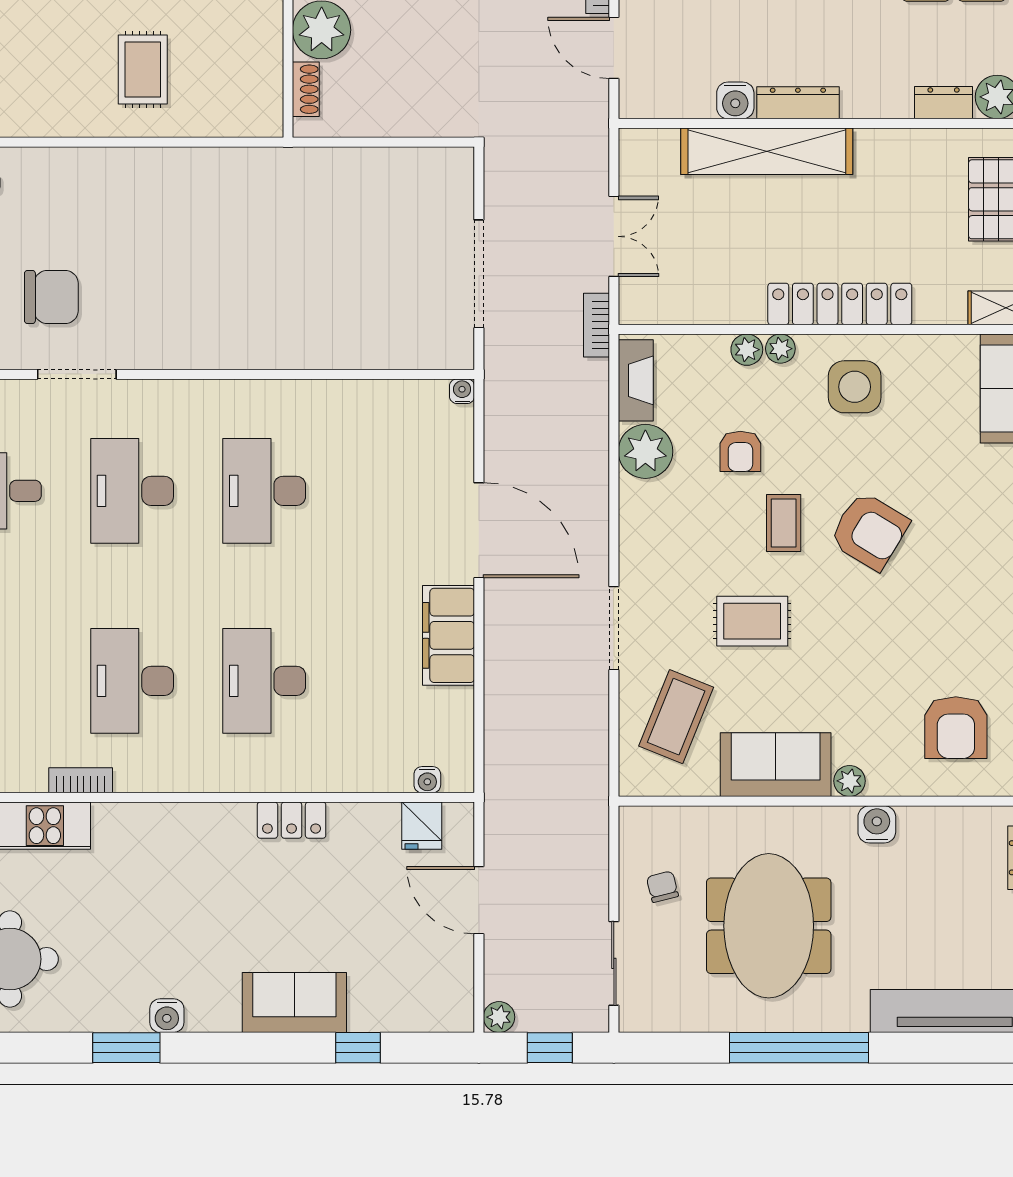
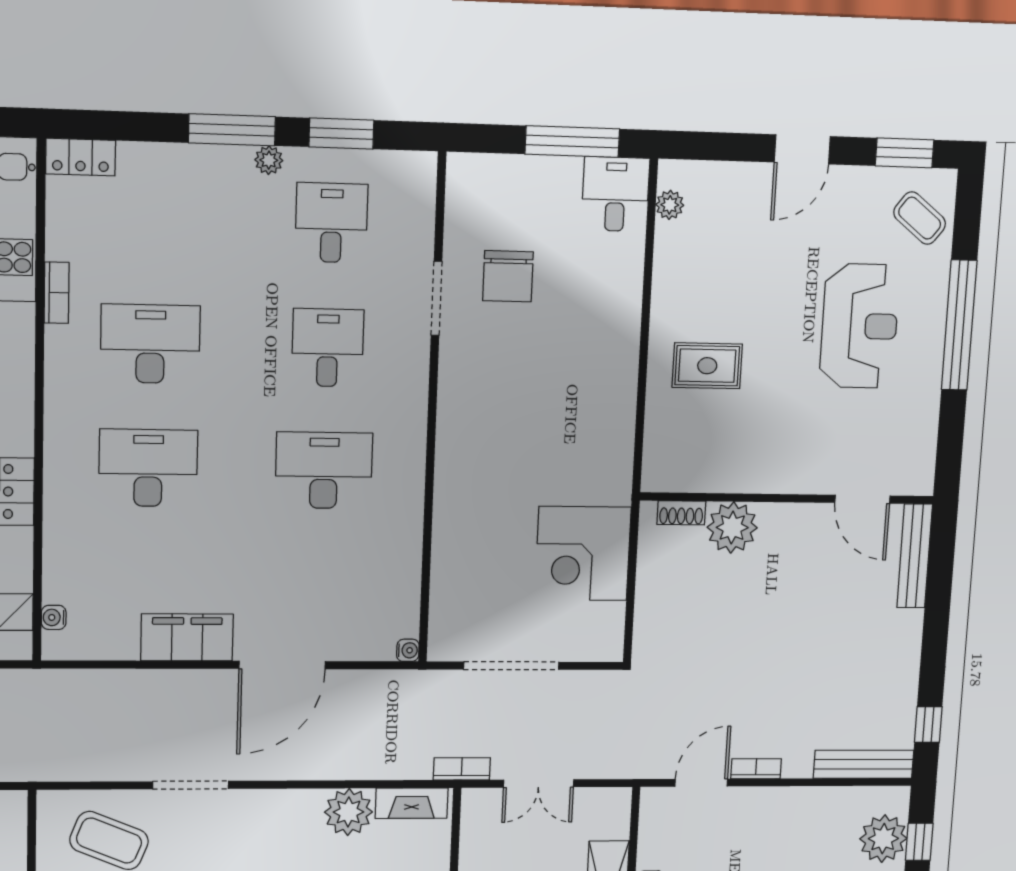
corner desk: (352, 199) -> (583, 554), added
desk: (132, 491) -> (328, 348), width x0.73

